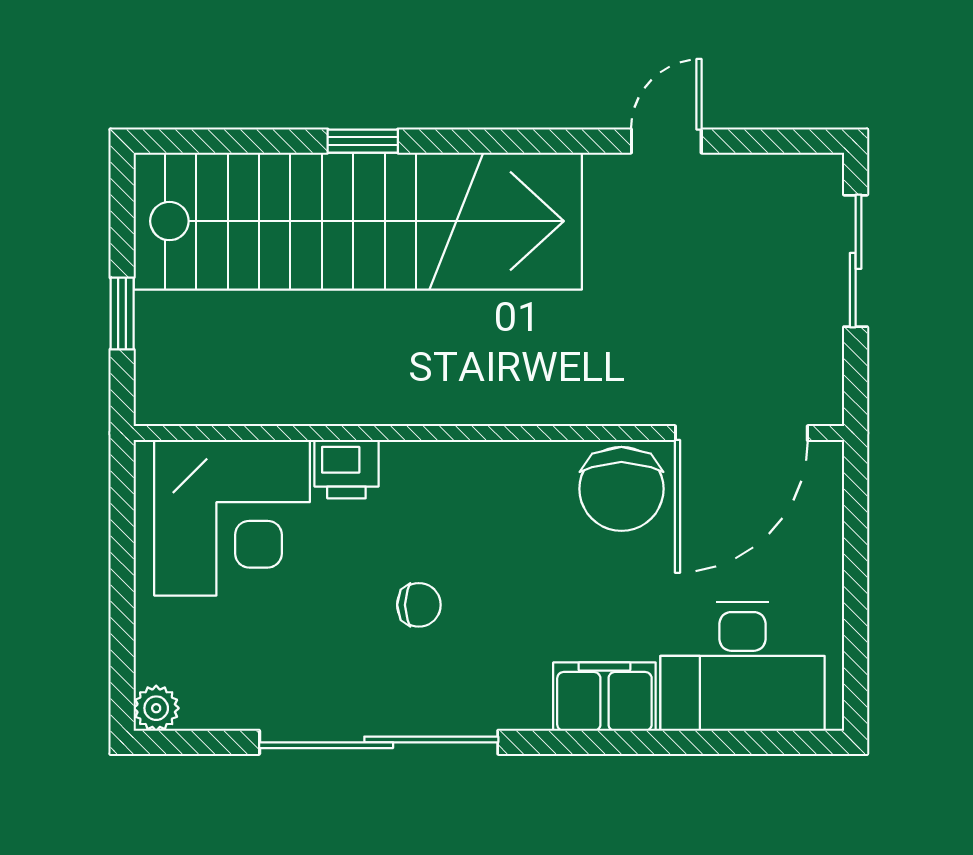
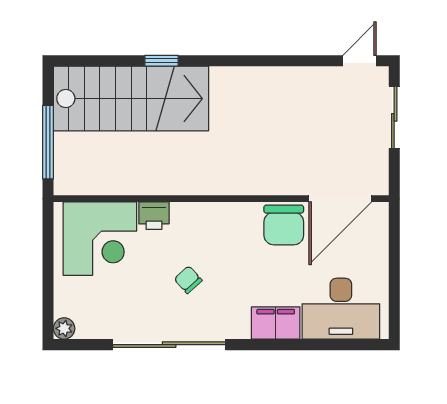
door: (666, 141) -> (360, 61), moved
stairs: (358, 221) -> (131, 99), width x0.73
window: (122, 313) -> (48, 142), width x2.17
chair: (419, 605) -> (188, 280), turned -132

